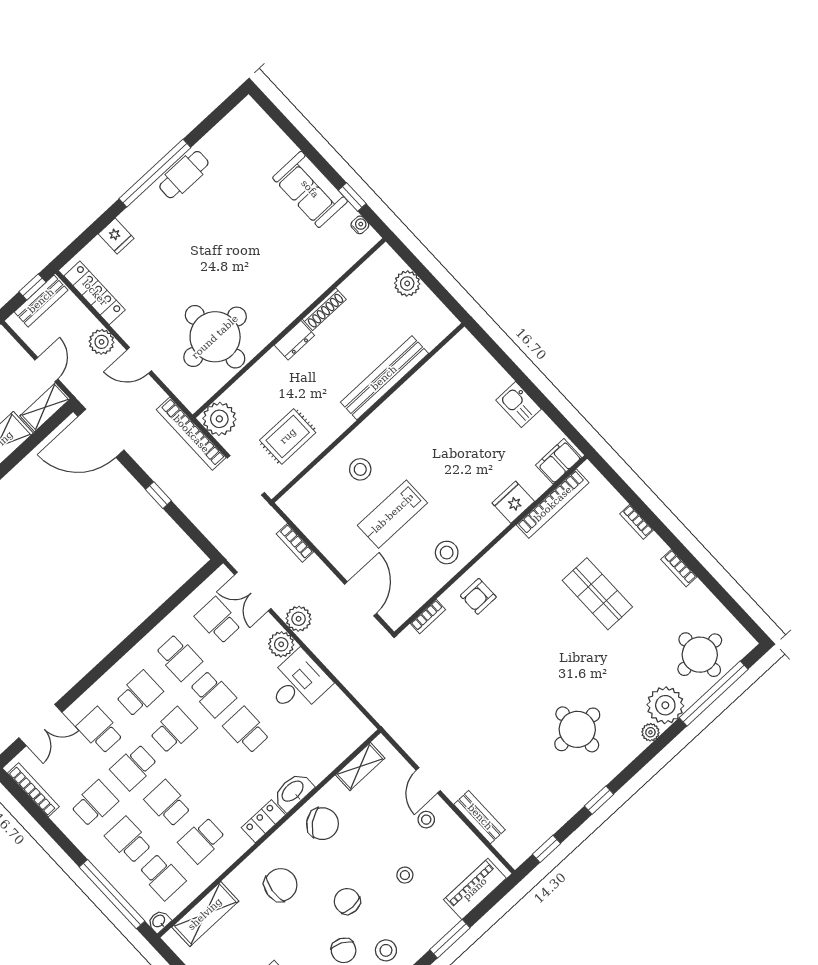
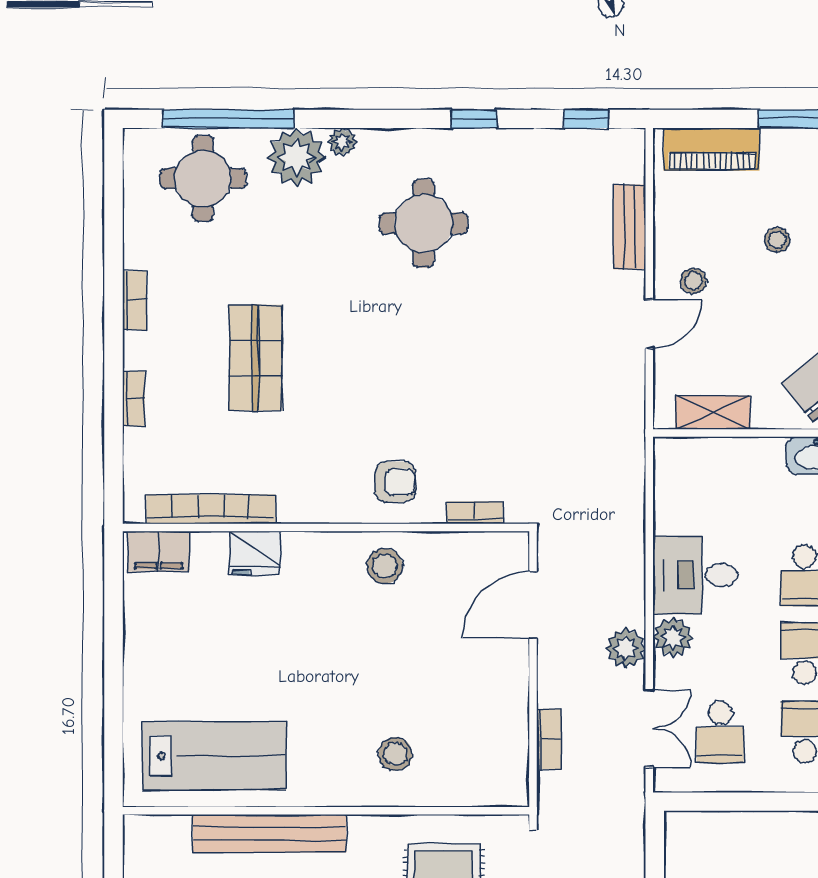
kitchen sink: (519, 405) -> (144, 659), removed
lab bench: (392, 514) -> (214, 756), moved, width x1.36, depth x1.39

